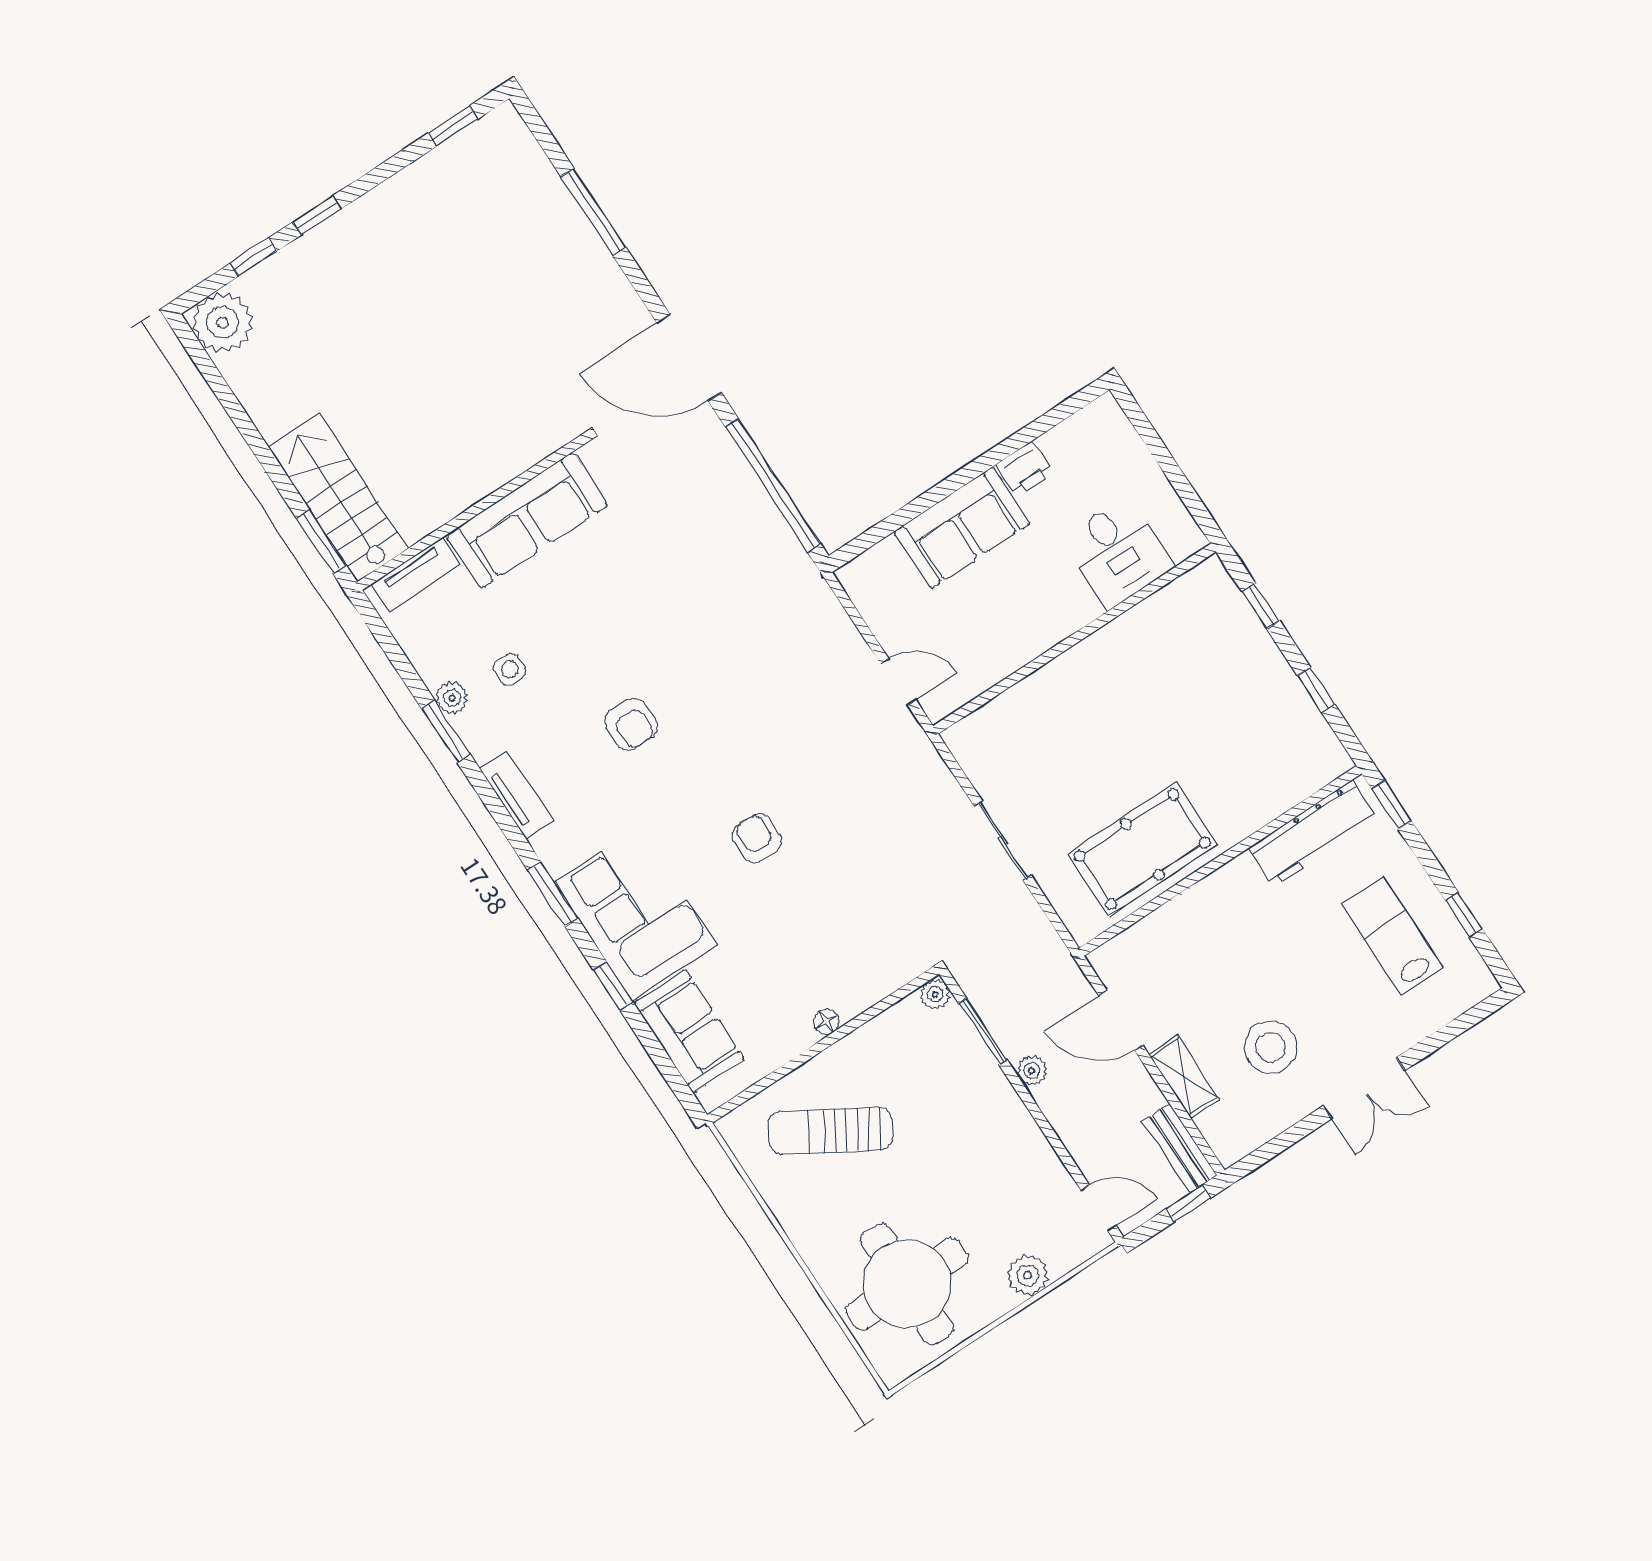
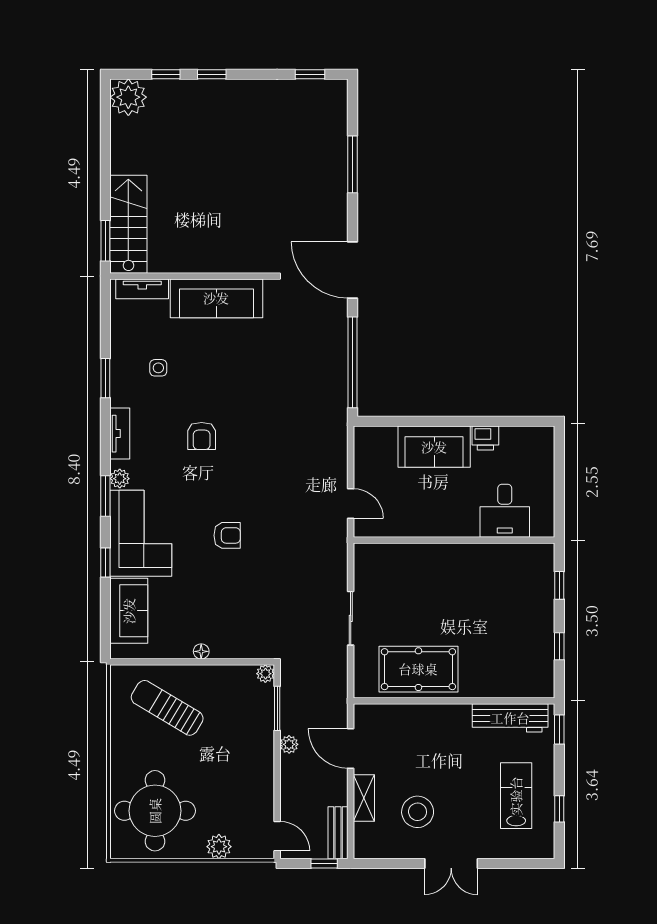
plant: (452, 698) -> (120, 479), moved
armchair: (757, 838) -> (227, 535), turned 90

